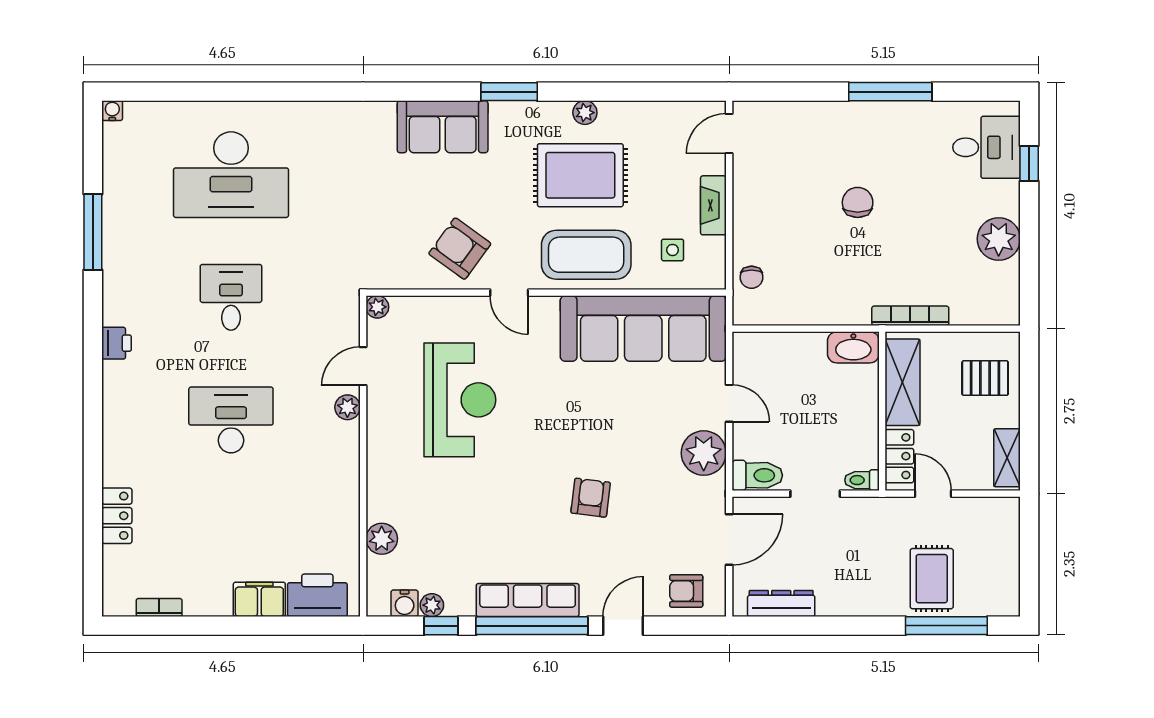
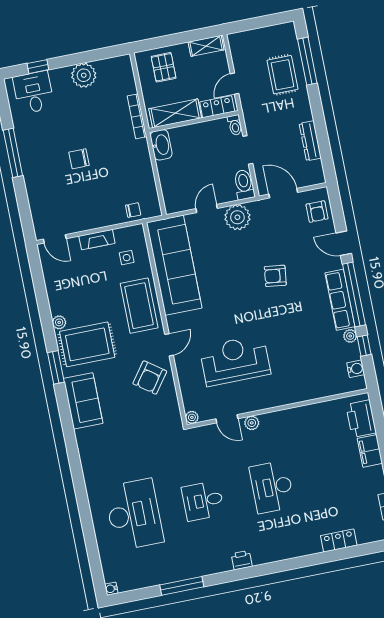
rug: (580, 175) -> (87, 344), moved, turned 90
plant: (382, 539) -> (322, 389), removed
rug: (932, 579) -> (282, 75), turned 90
dresser: (781, 604) -> (310, 141), moved
plant: (432, 605) -> (350, 336), moved

